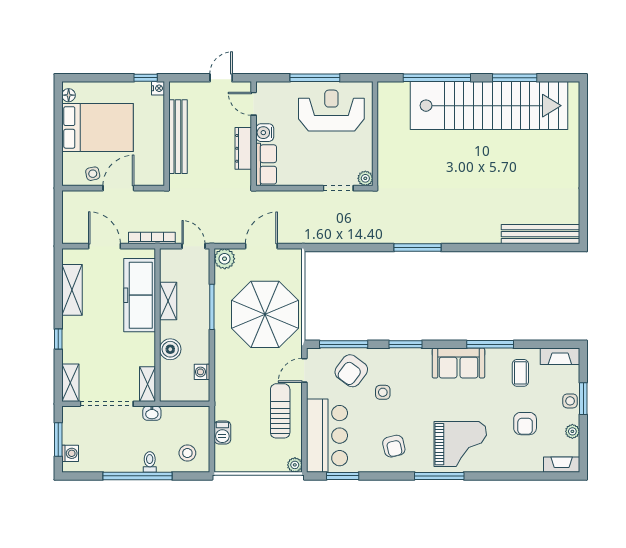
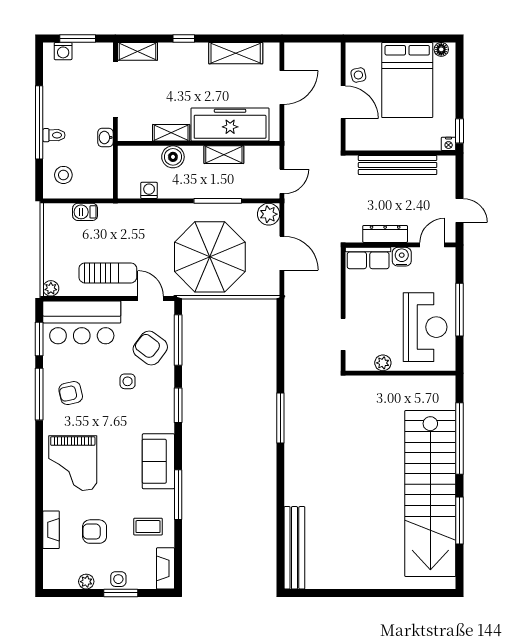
plant: (365, 178) -> (383, 363), moved
bookcase: (152, 238) -> (290, 137), removed
shelving: (147, 384) -> (171, 133), moved
fireplace: (562, 465) -> (51, 530), moved
window: (439, 476) -> (39, 394), moved

